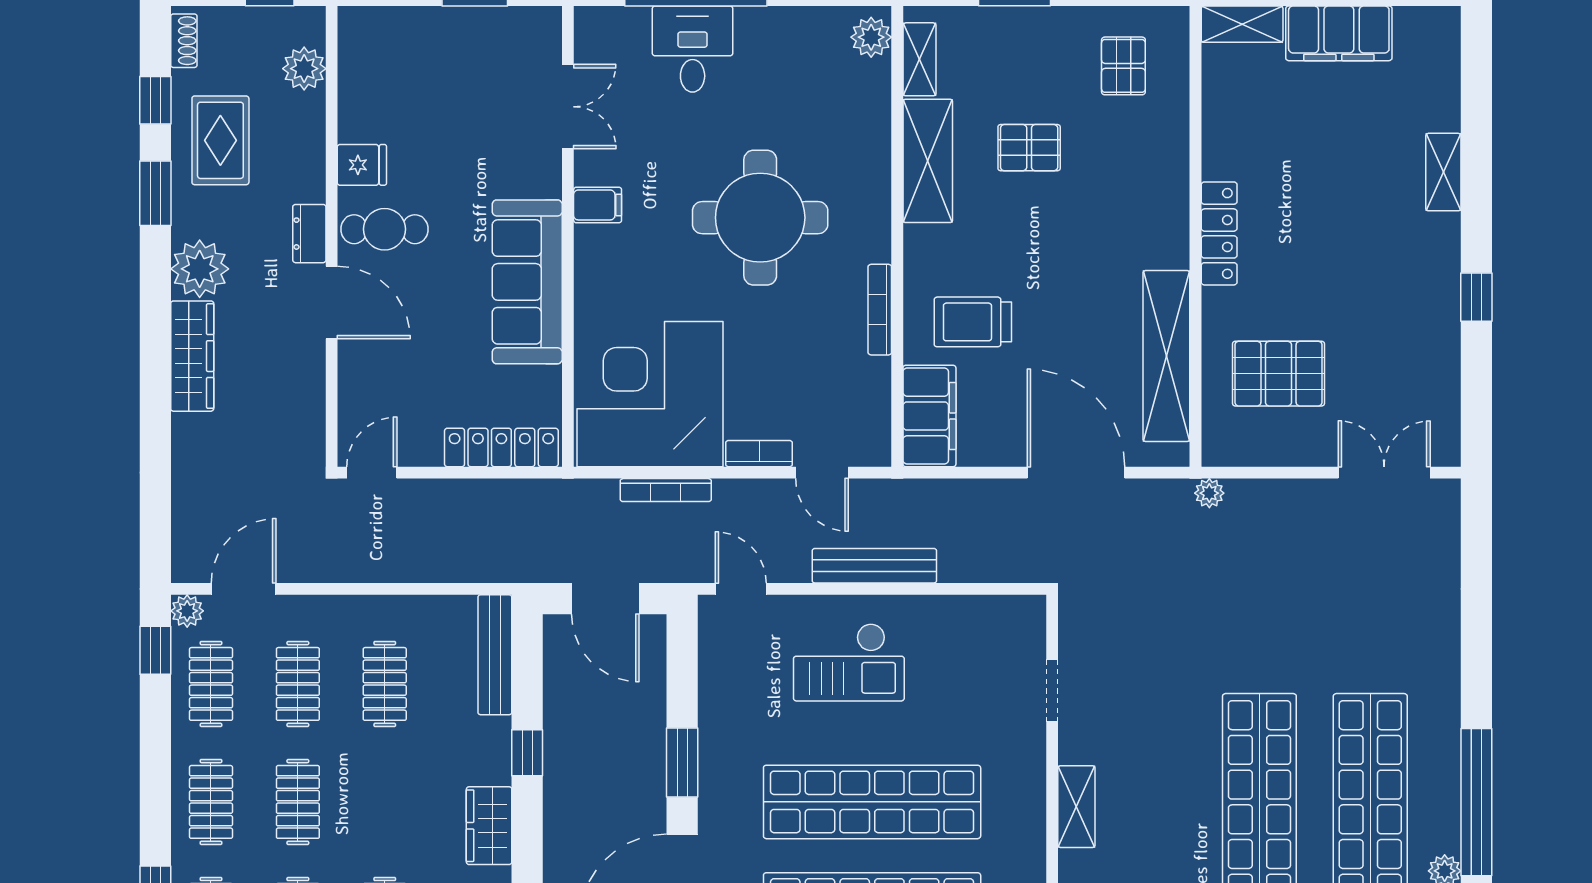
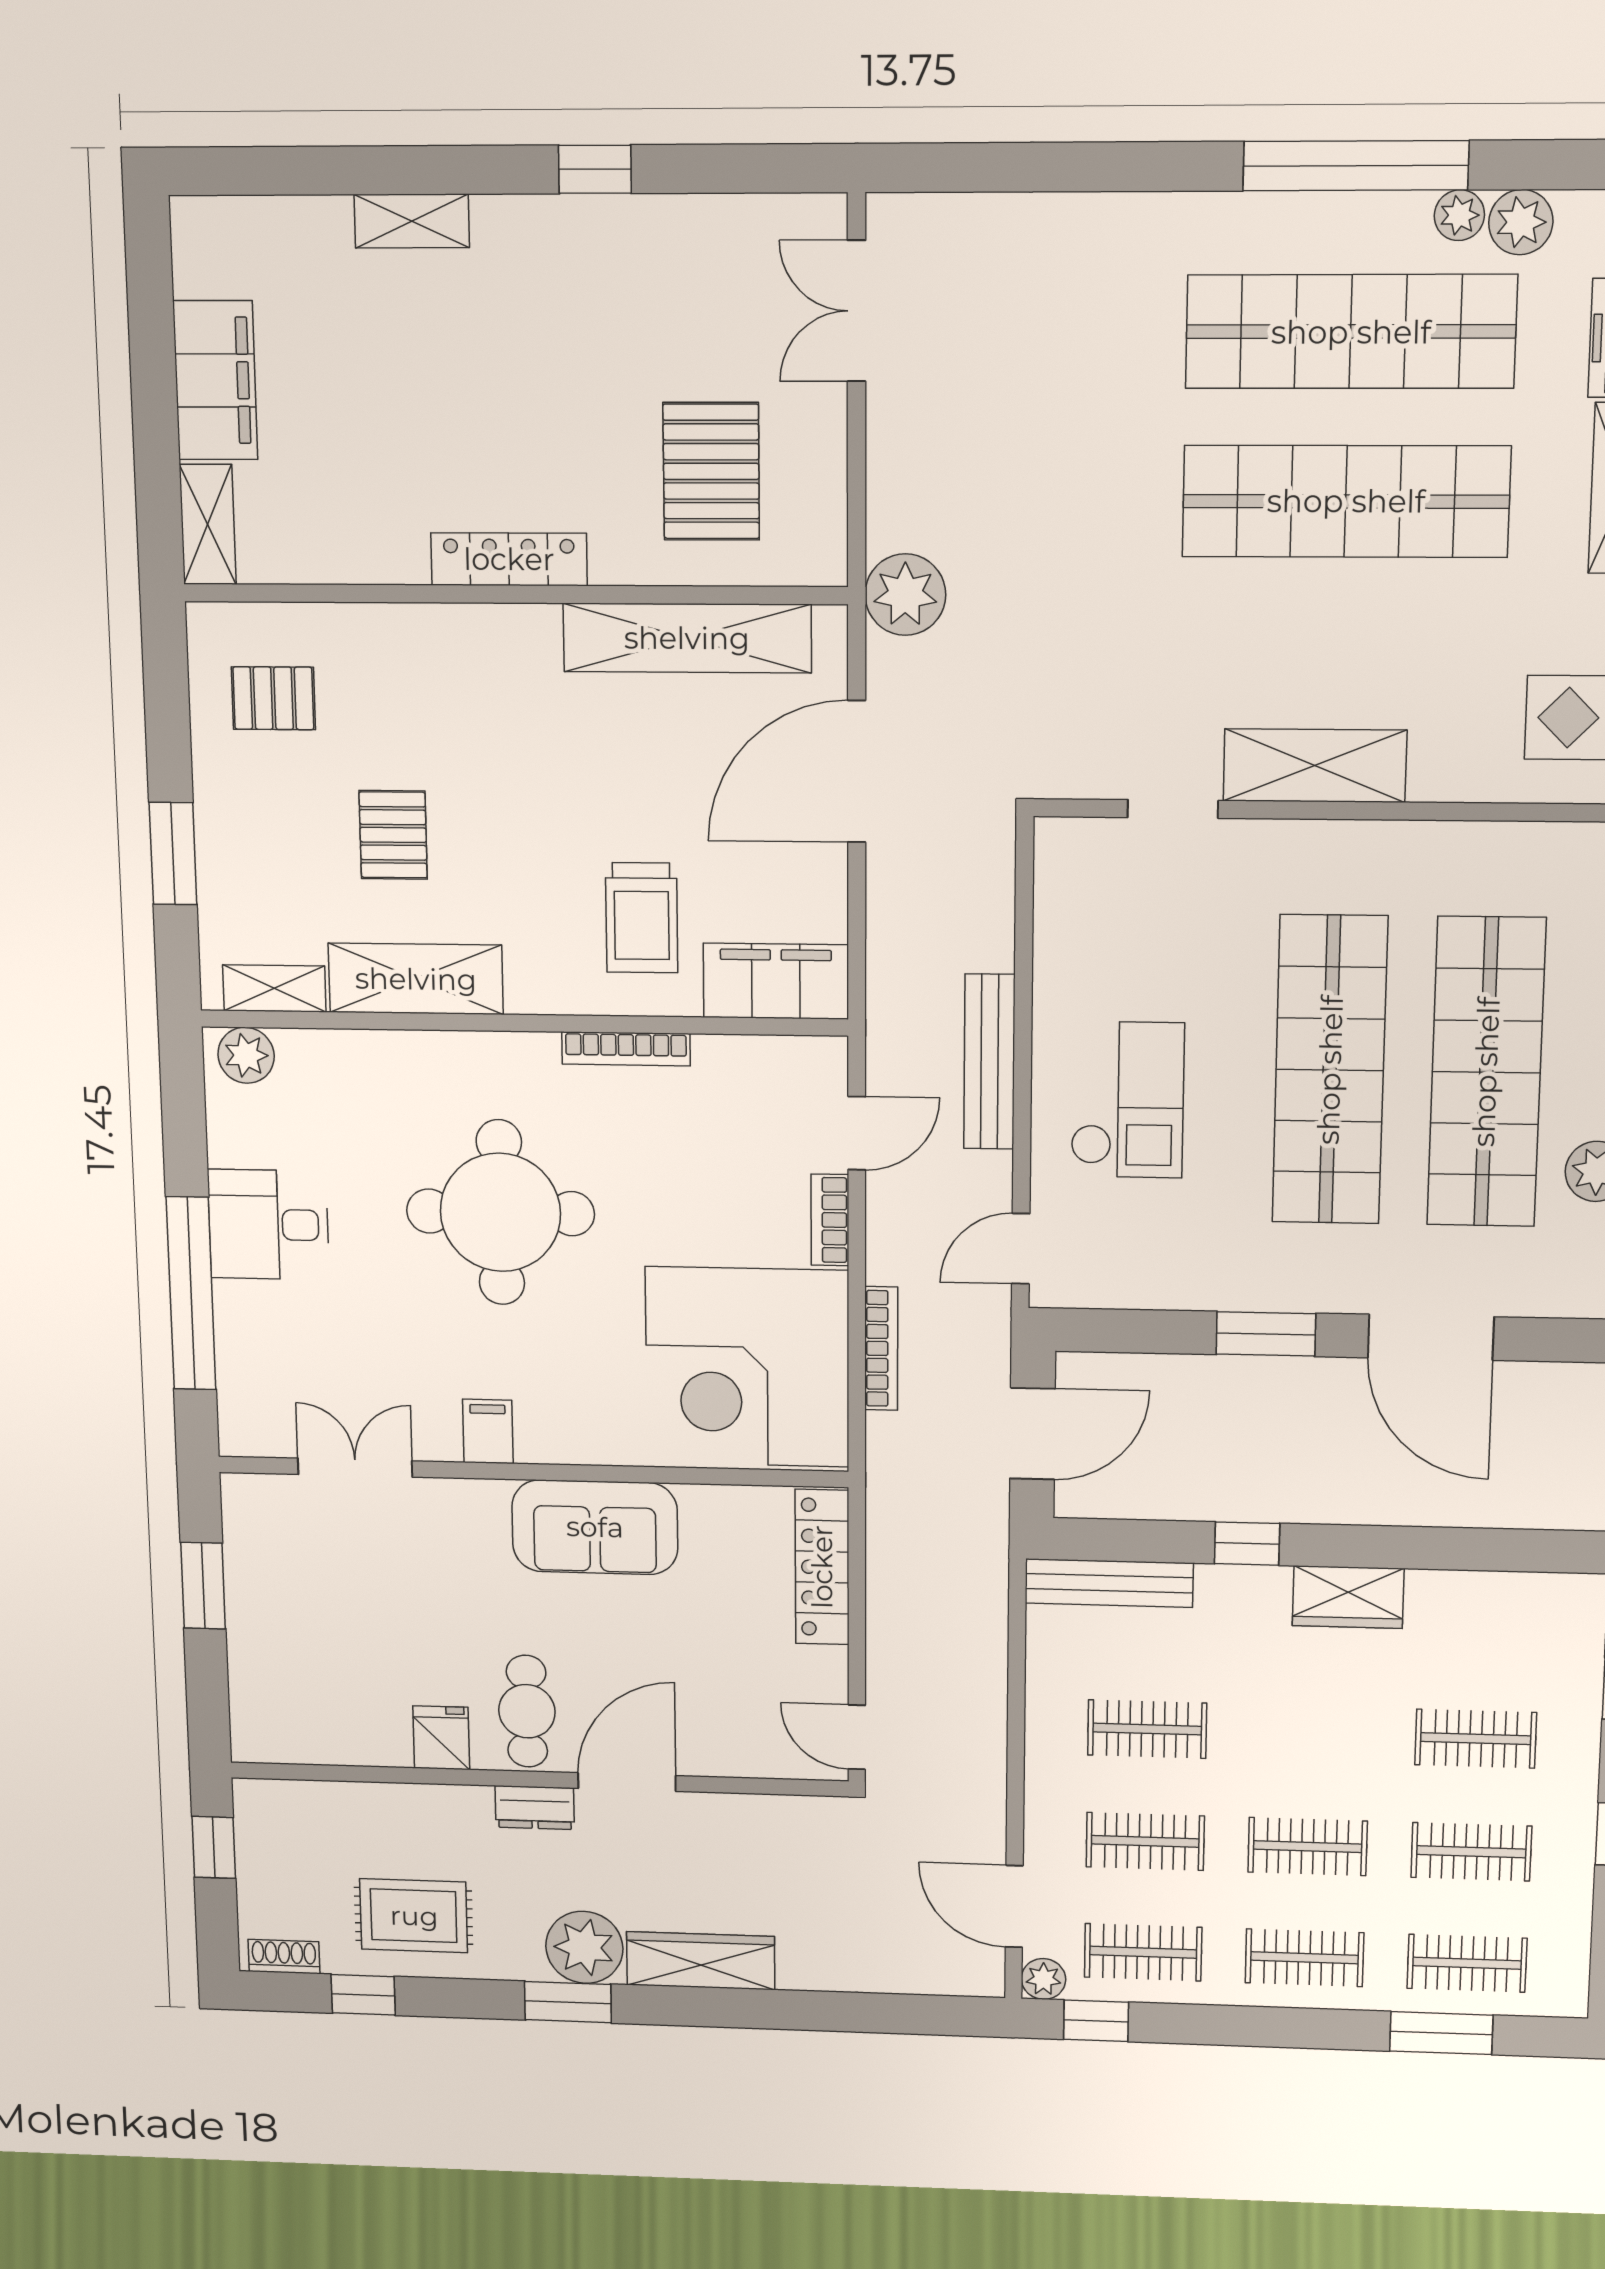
desk: (693, 49) -> (268, 1225), moved
plant: (304, 69) -> (315, 1807), removed
window: (155, 193) -> (568, 2002), moved
sofa: (527, 282) -> (595, 1527), width x0.73
plant: (1209, 493) -> (905, 595), width x1.88, depth x1.88
shelving: (1076, 807) -> (1315, 766), width x1.50, depth x1.33

